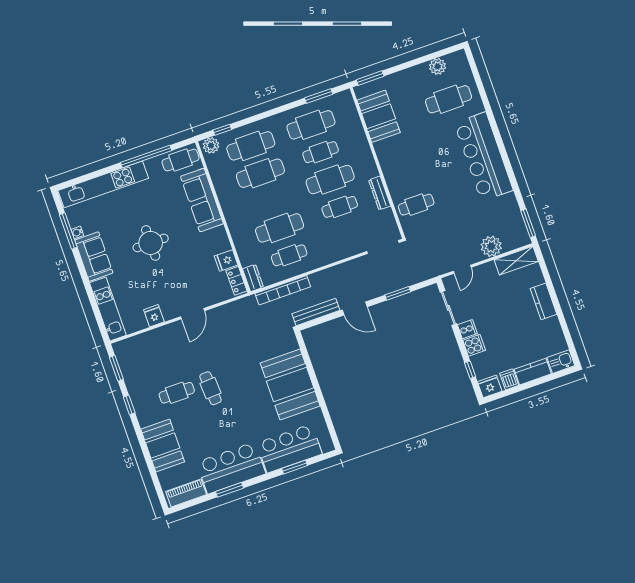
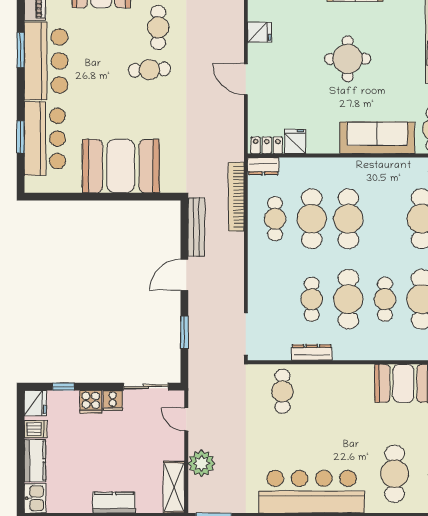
cafe table: (260, 173) -> (348, 219), moved

